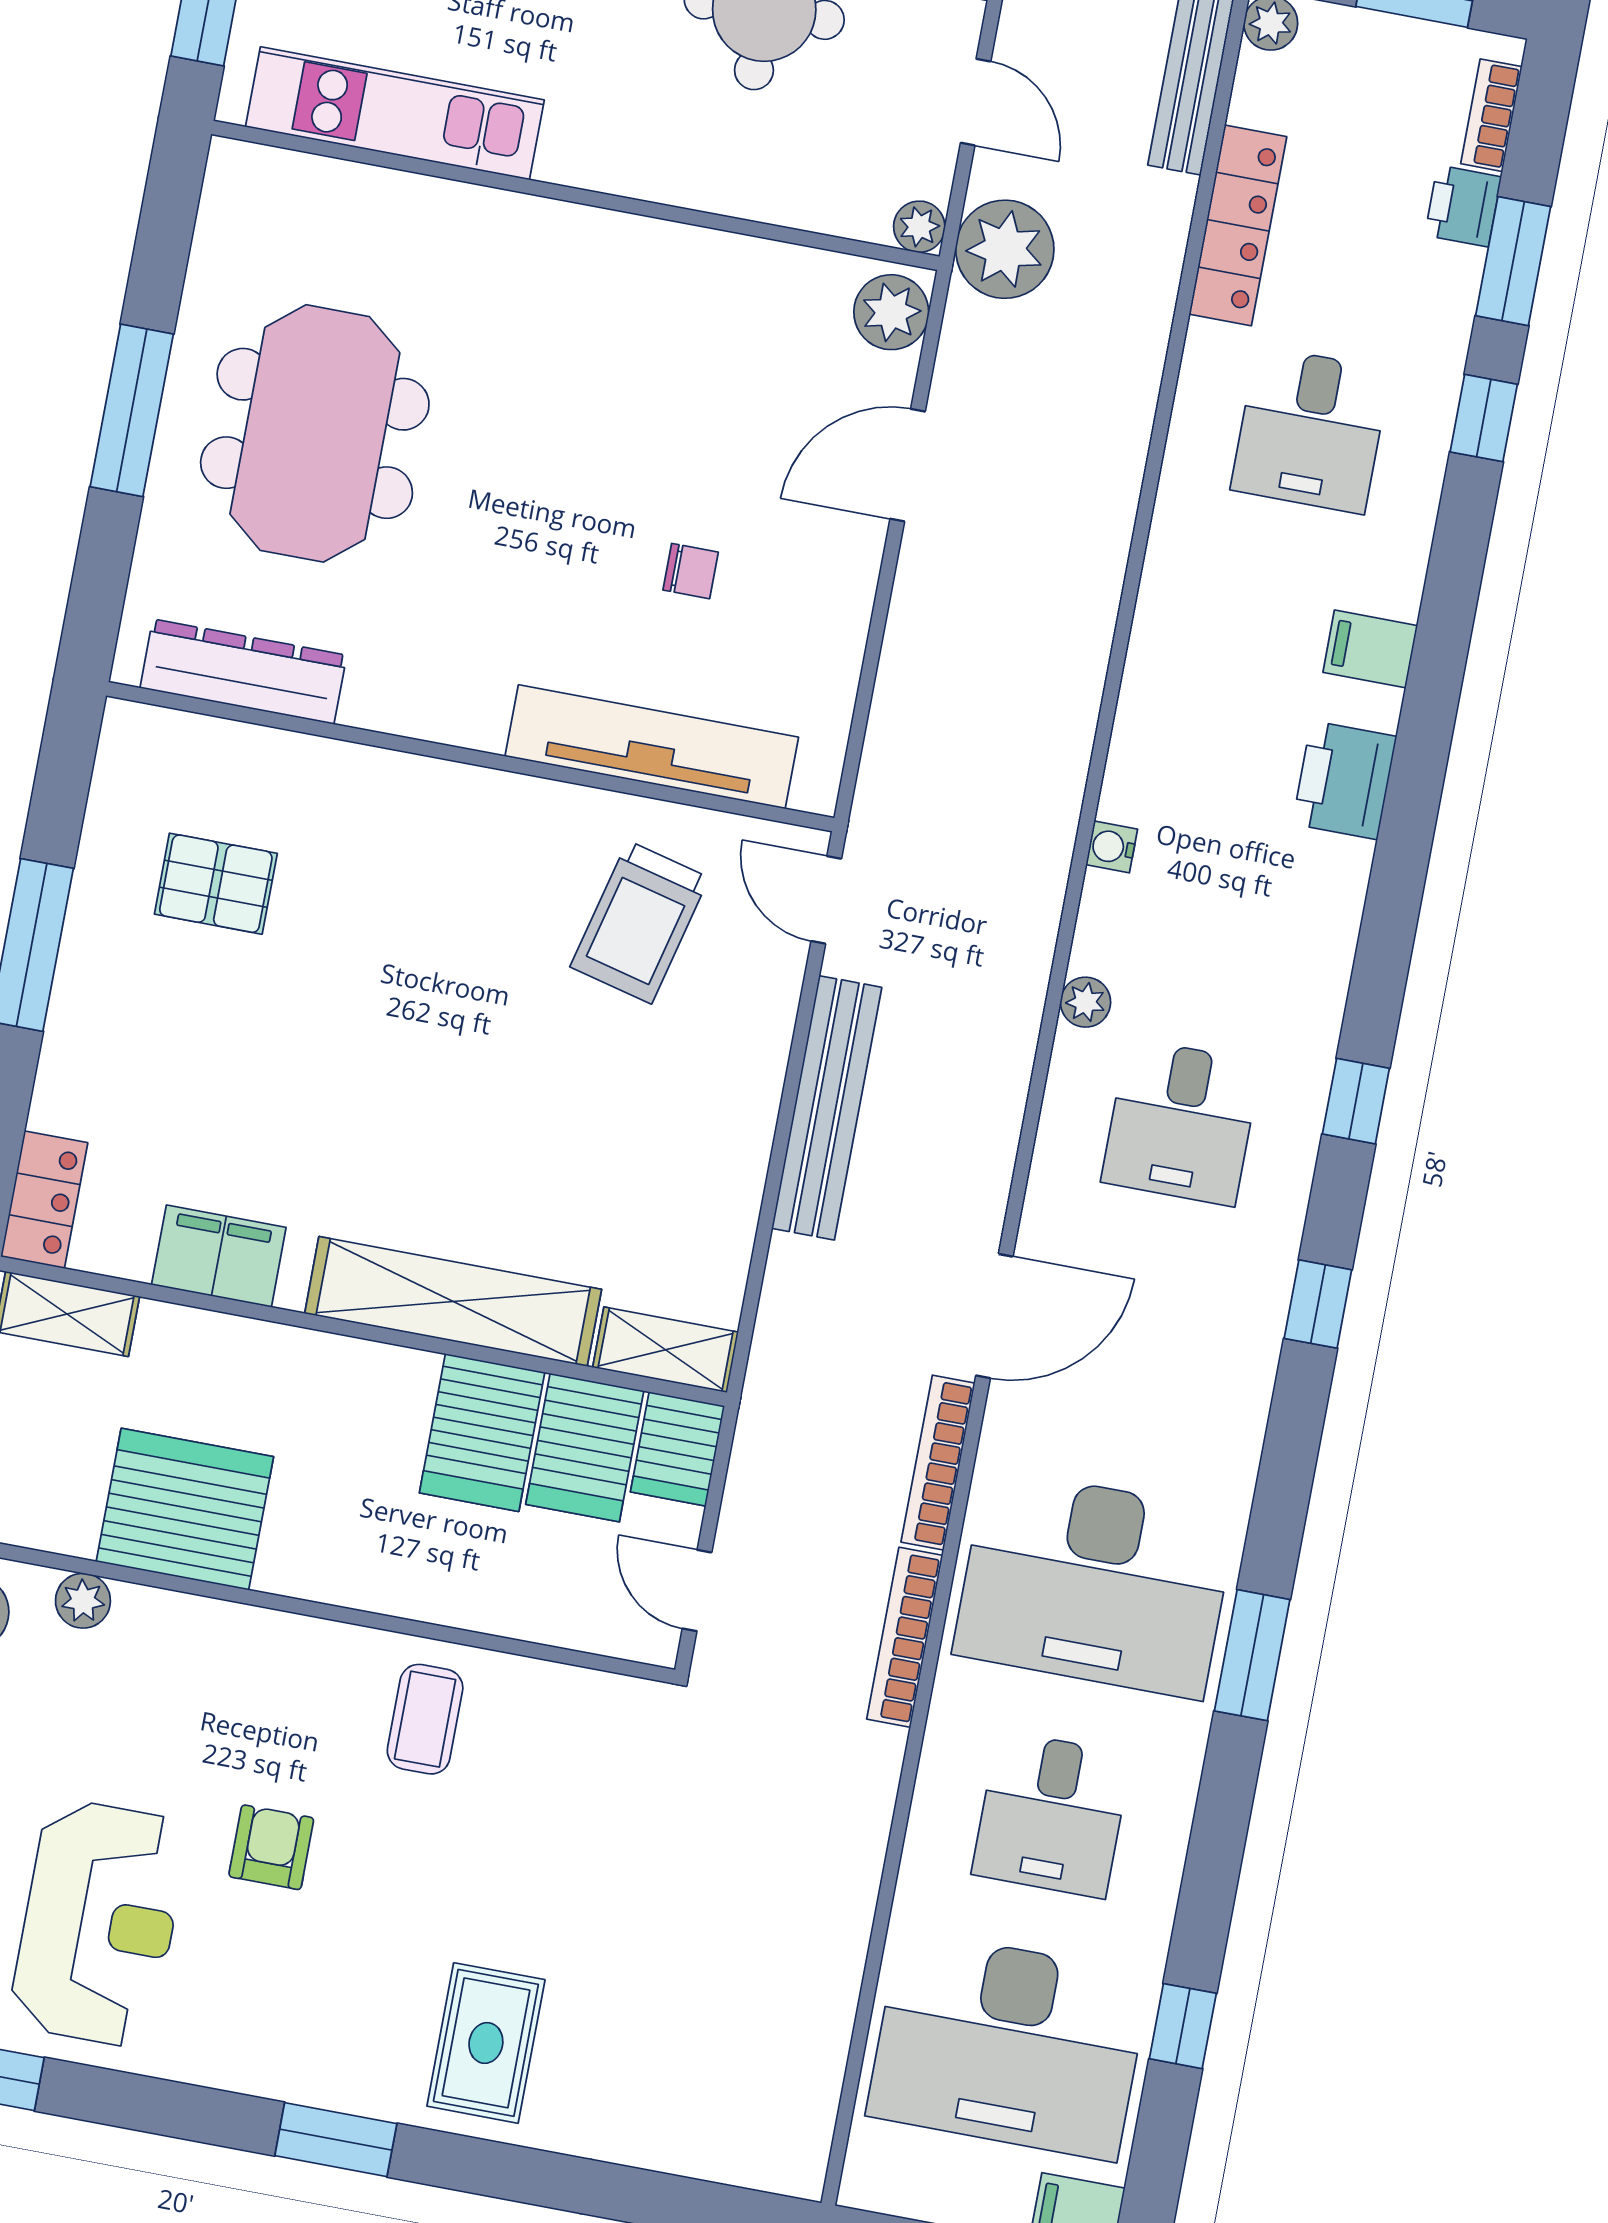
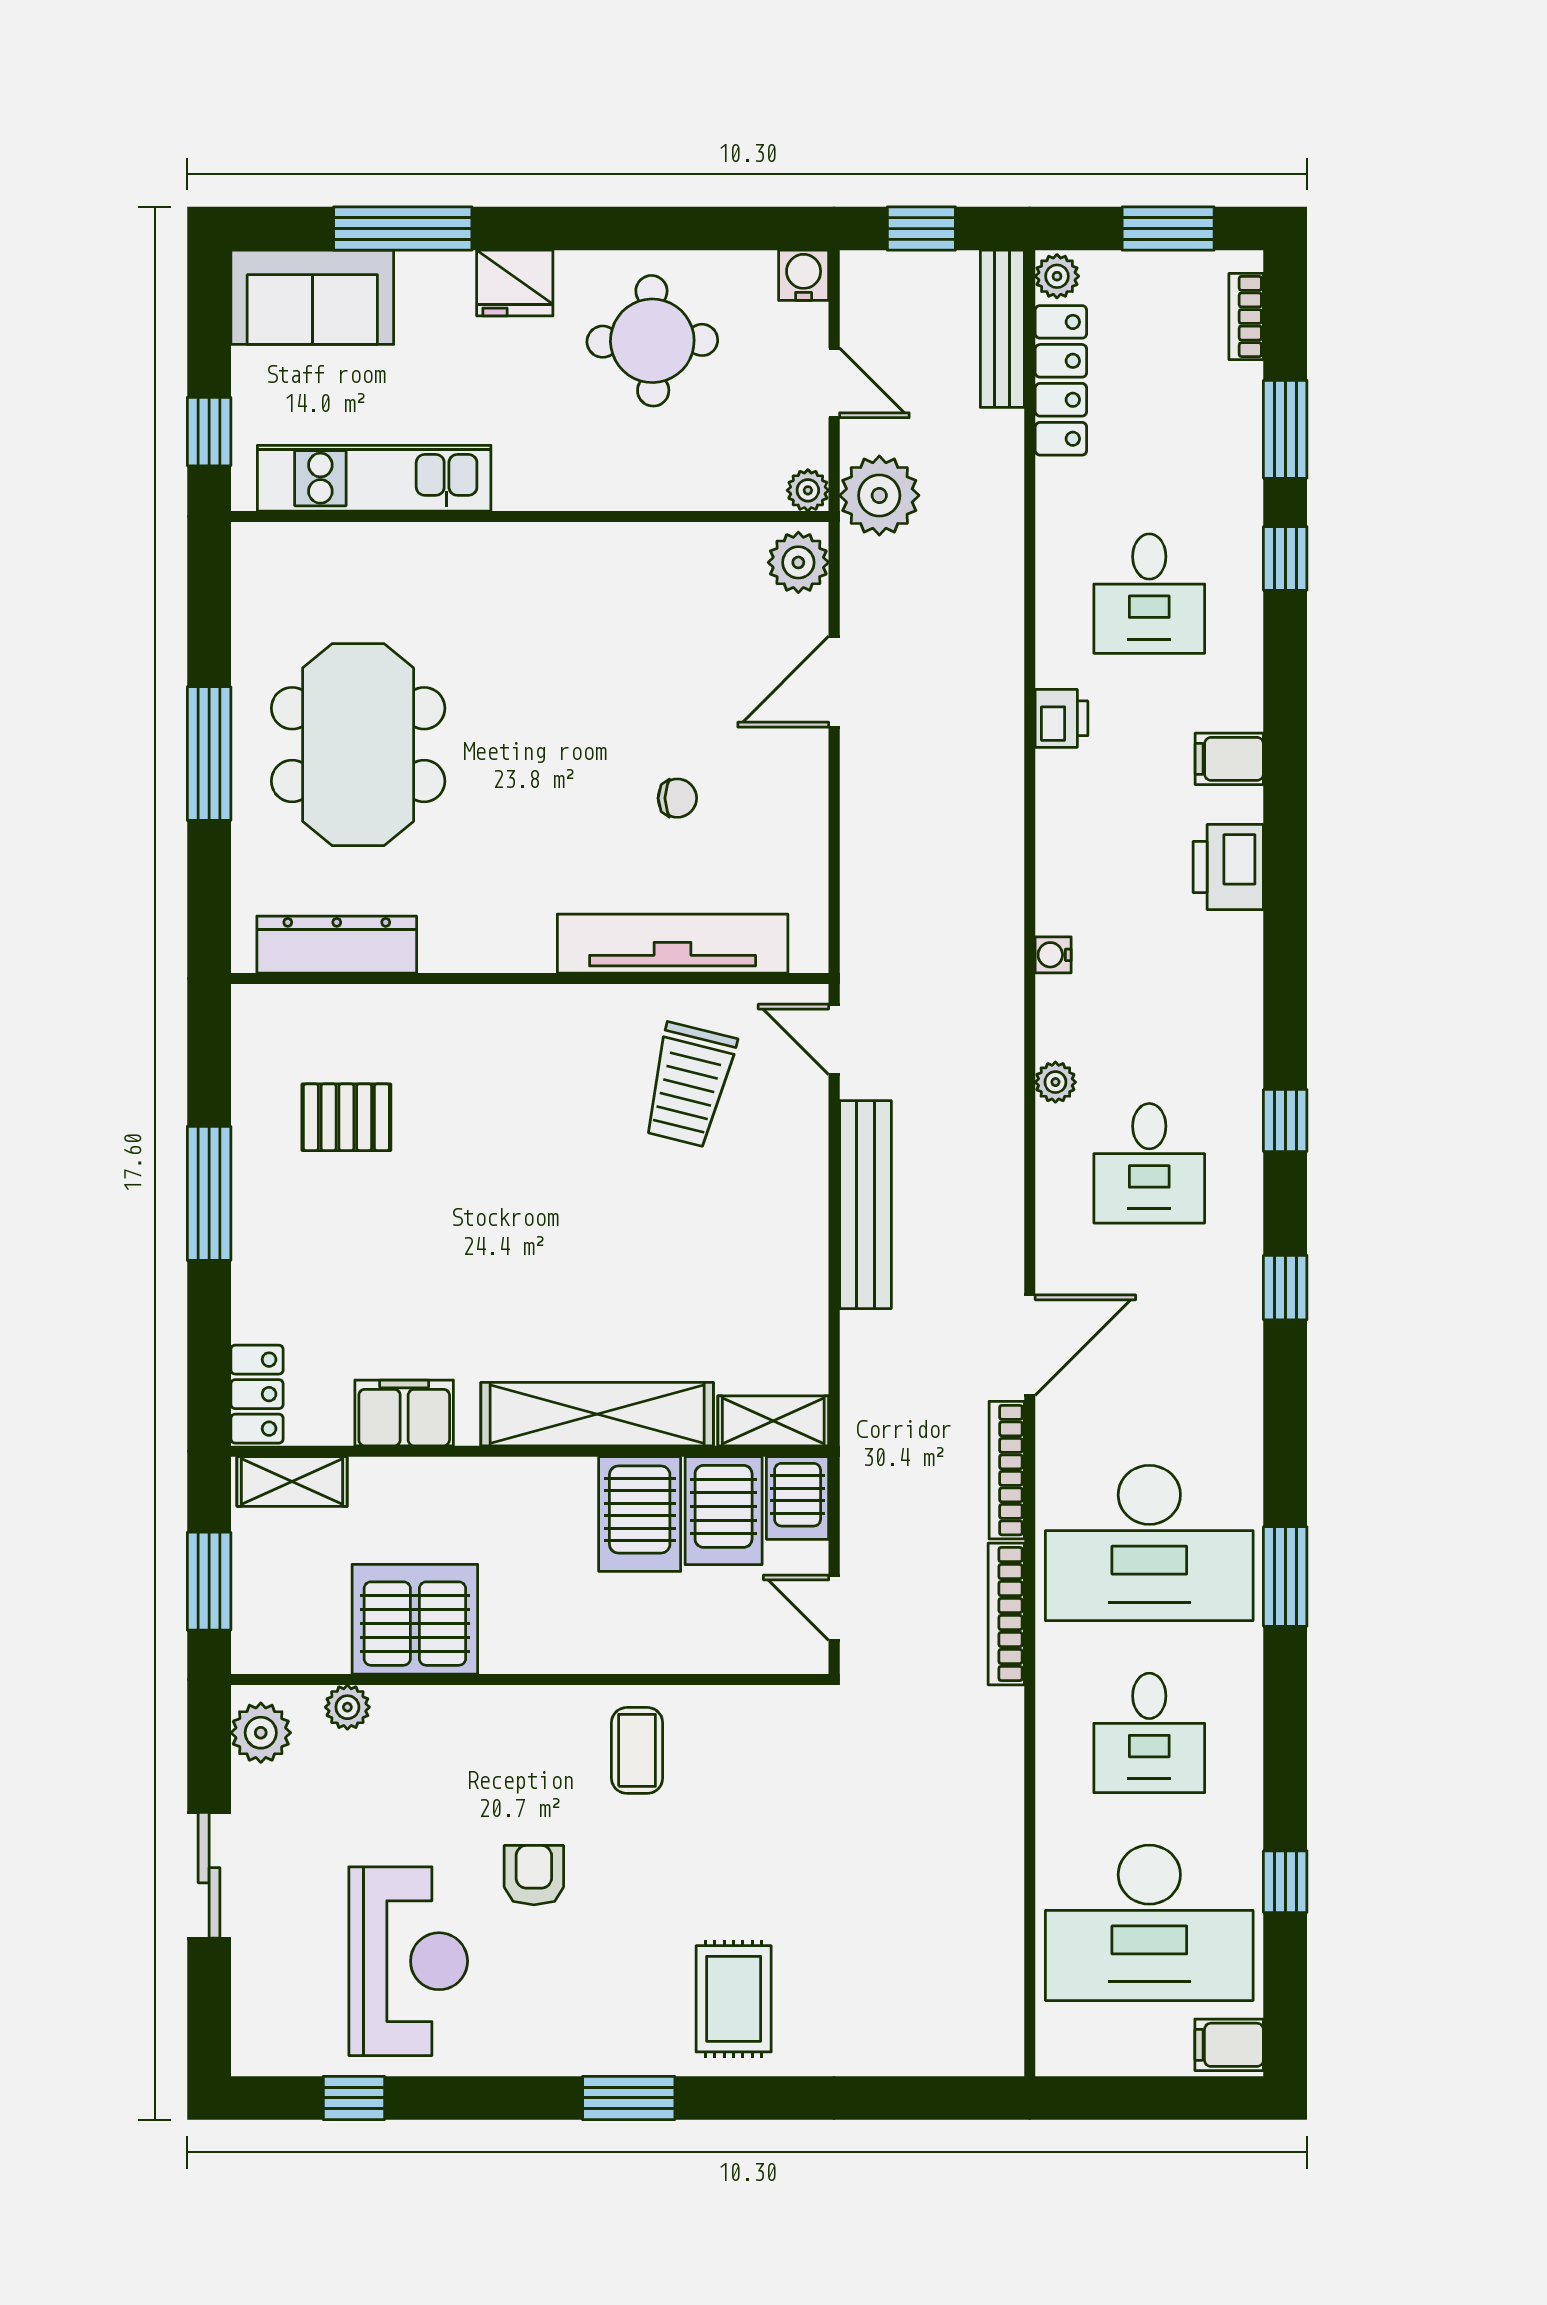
printer: (1463, 206) -> (1061, 718), moved, turned 180
locker: (1238, 225) -> (1061, 380), moved

